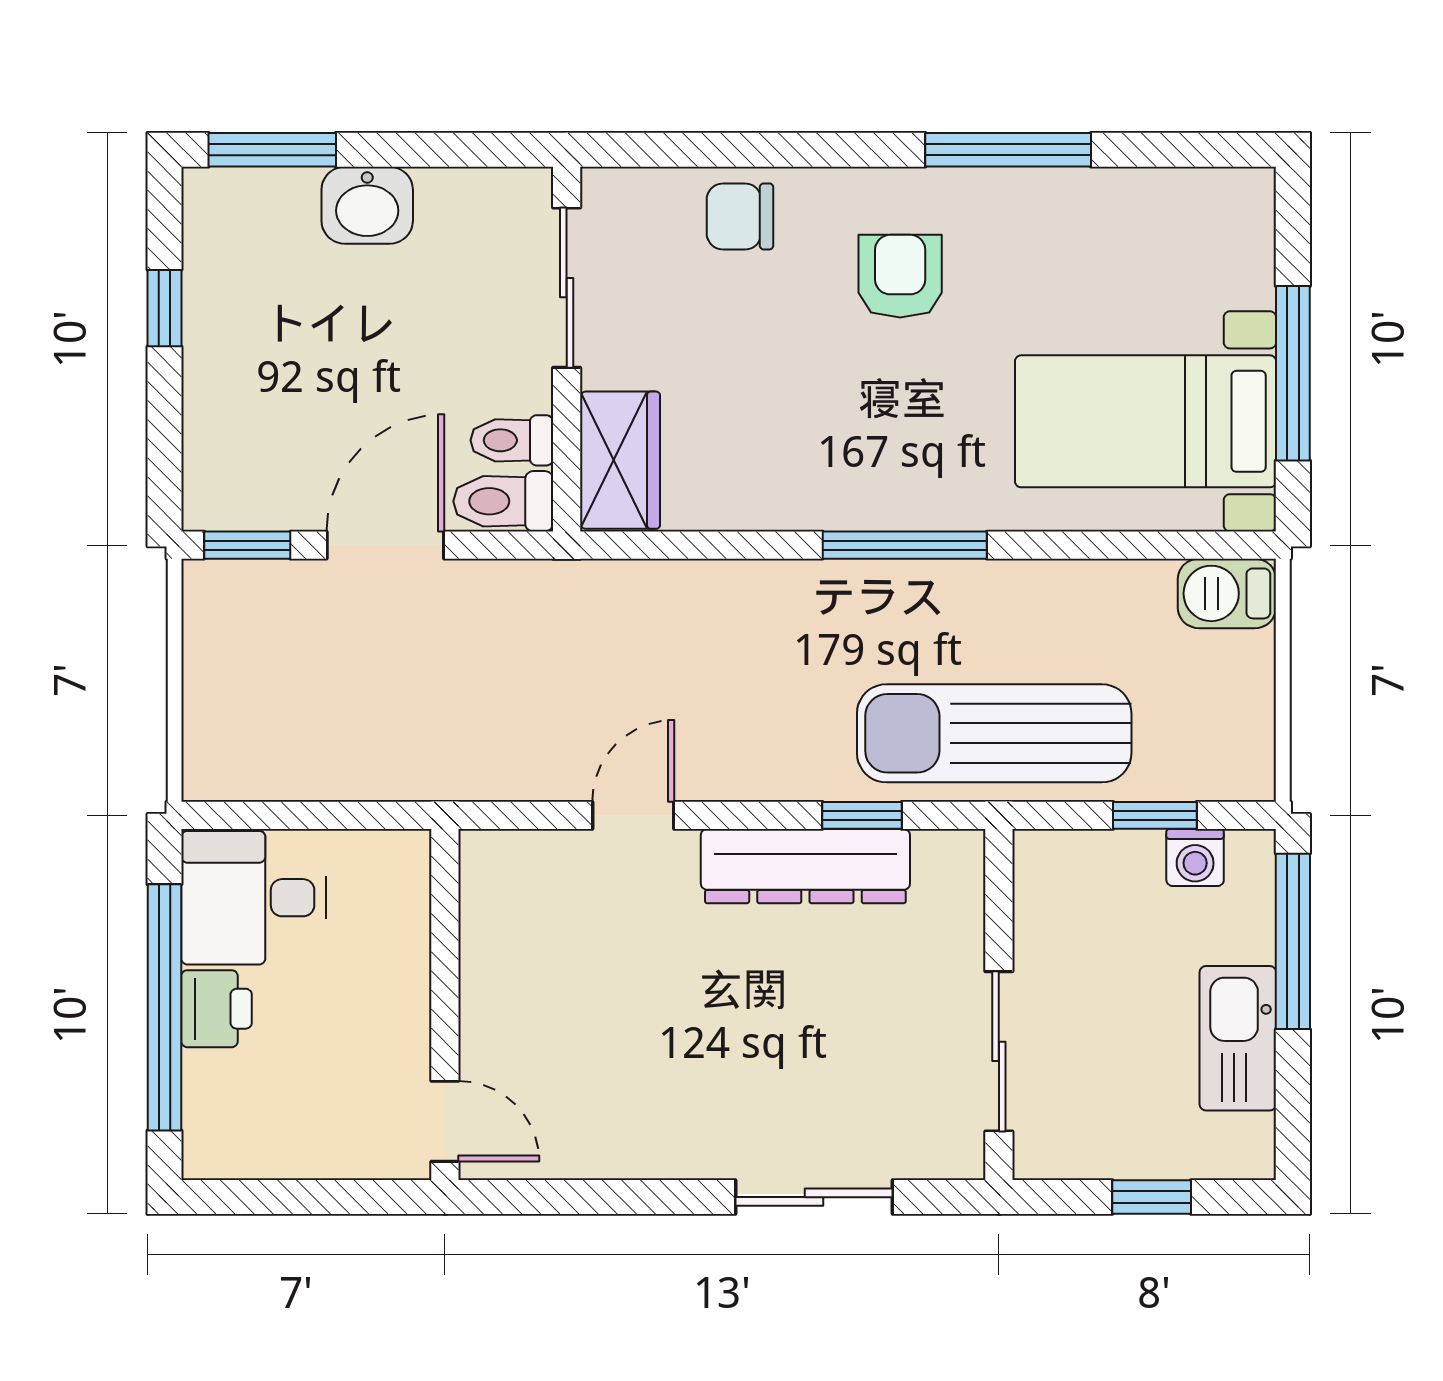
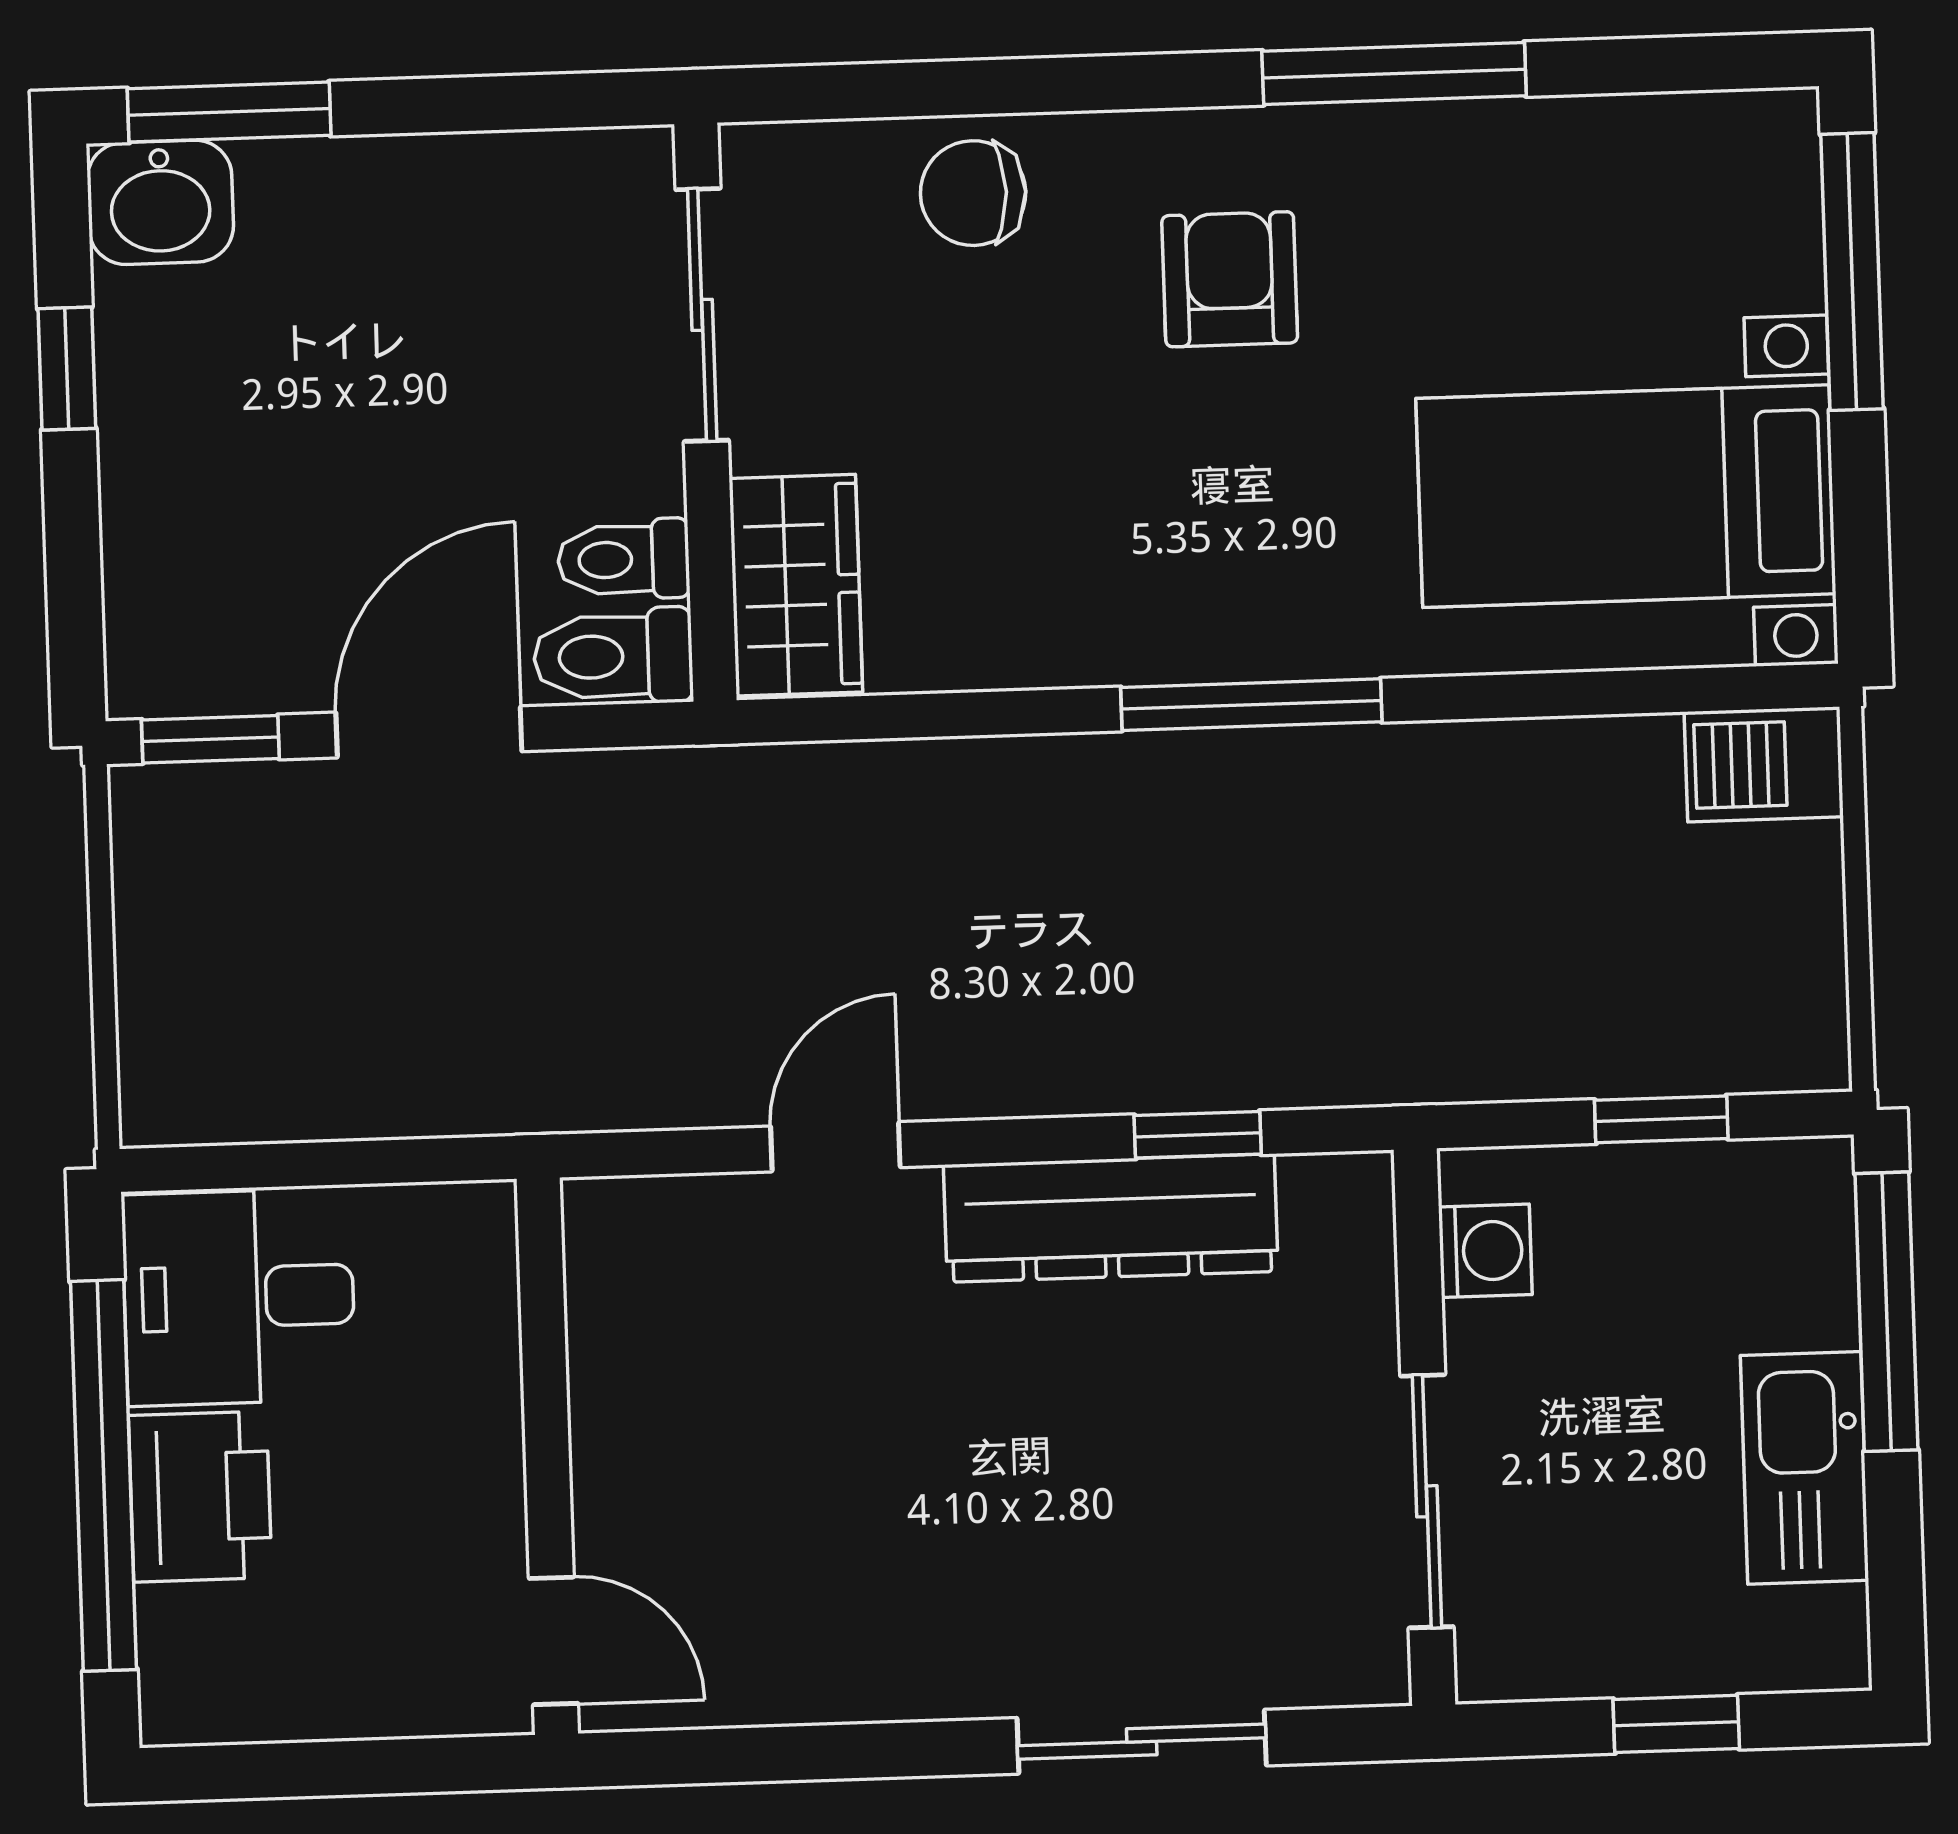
washbasin: (367, 205) -> (160, 202), moved
window: (1293, 373) -> (1852, 272), moved
sun lounger: (994, 733) -> (1403, 998), removed
washing machine: (1195, 857) -> (1485, 1251), moved, turned -90
printer: (217, 1009) -> (200, 1497), width x1.36, depth x1.24

